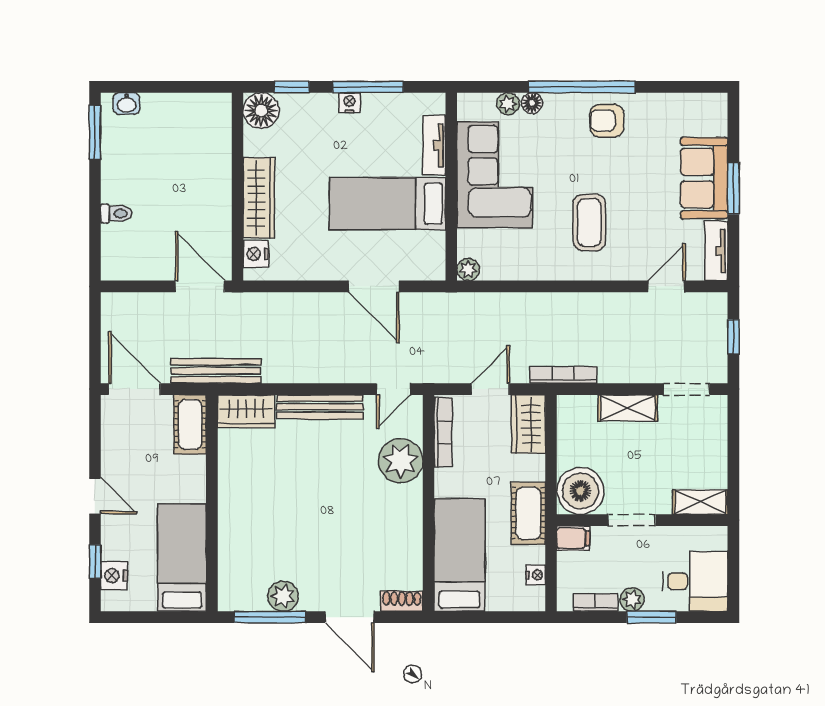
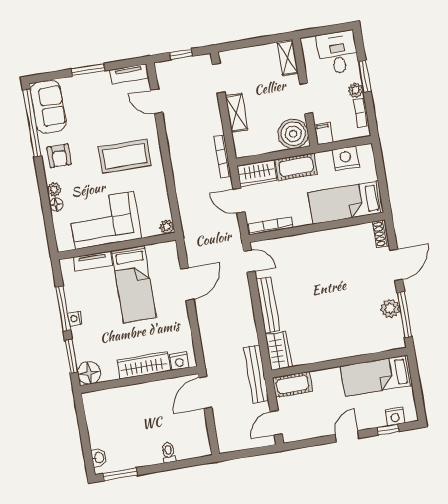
window: (292, 87) -> (71, 356), width x1.50
window: (581, 87) -> (32, 123), moved
plant: (508, 104) -> (54, 190), moved
sofa: (704, 178) -> (48, 107), moved, turned -90
coffee table: (589, 223) -> (125, 156), width x1.36, depth x1.32
door: (135, 389) -> (276, 423), width x0.73
plant: (401, 461) -> (293, 249), removed
cot: (528, 513) -> (296, 167), moved
nightstand: (536, 575) -> (346, 158), width x1.89, depth x1.79

